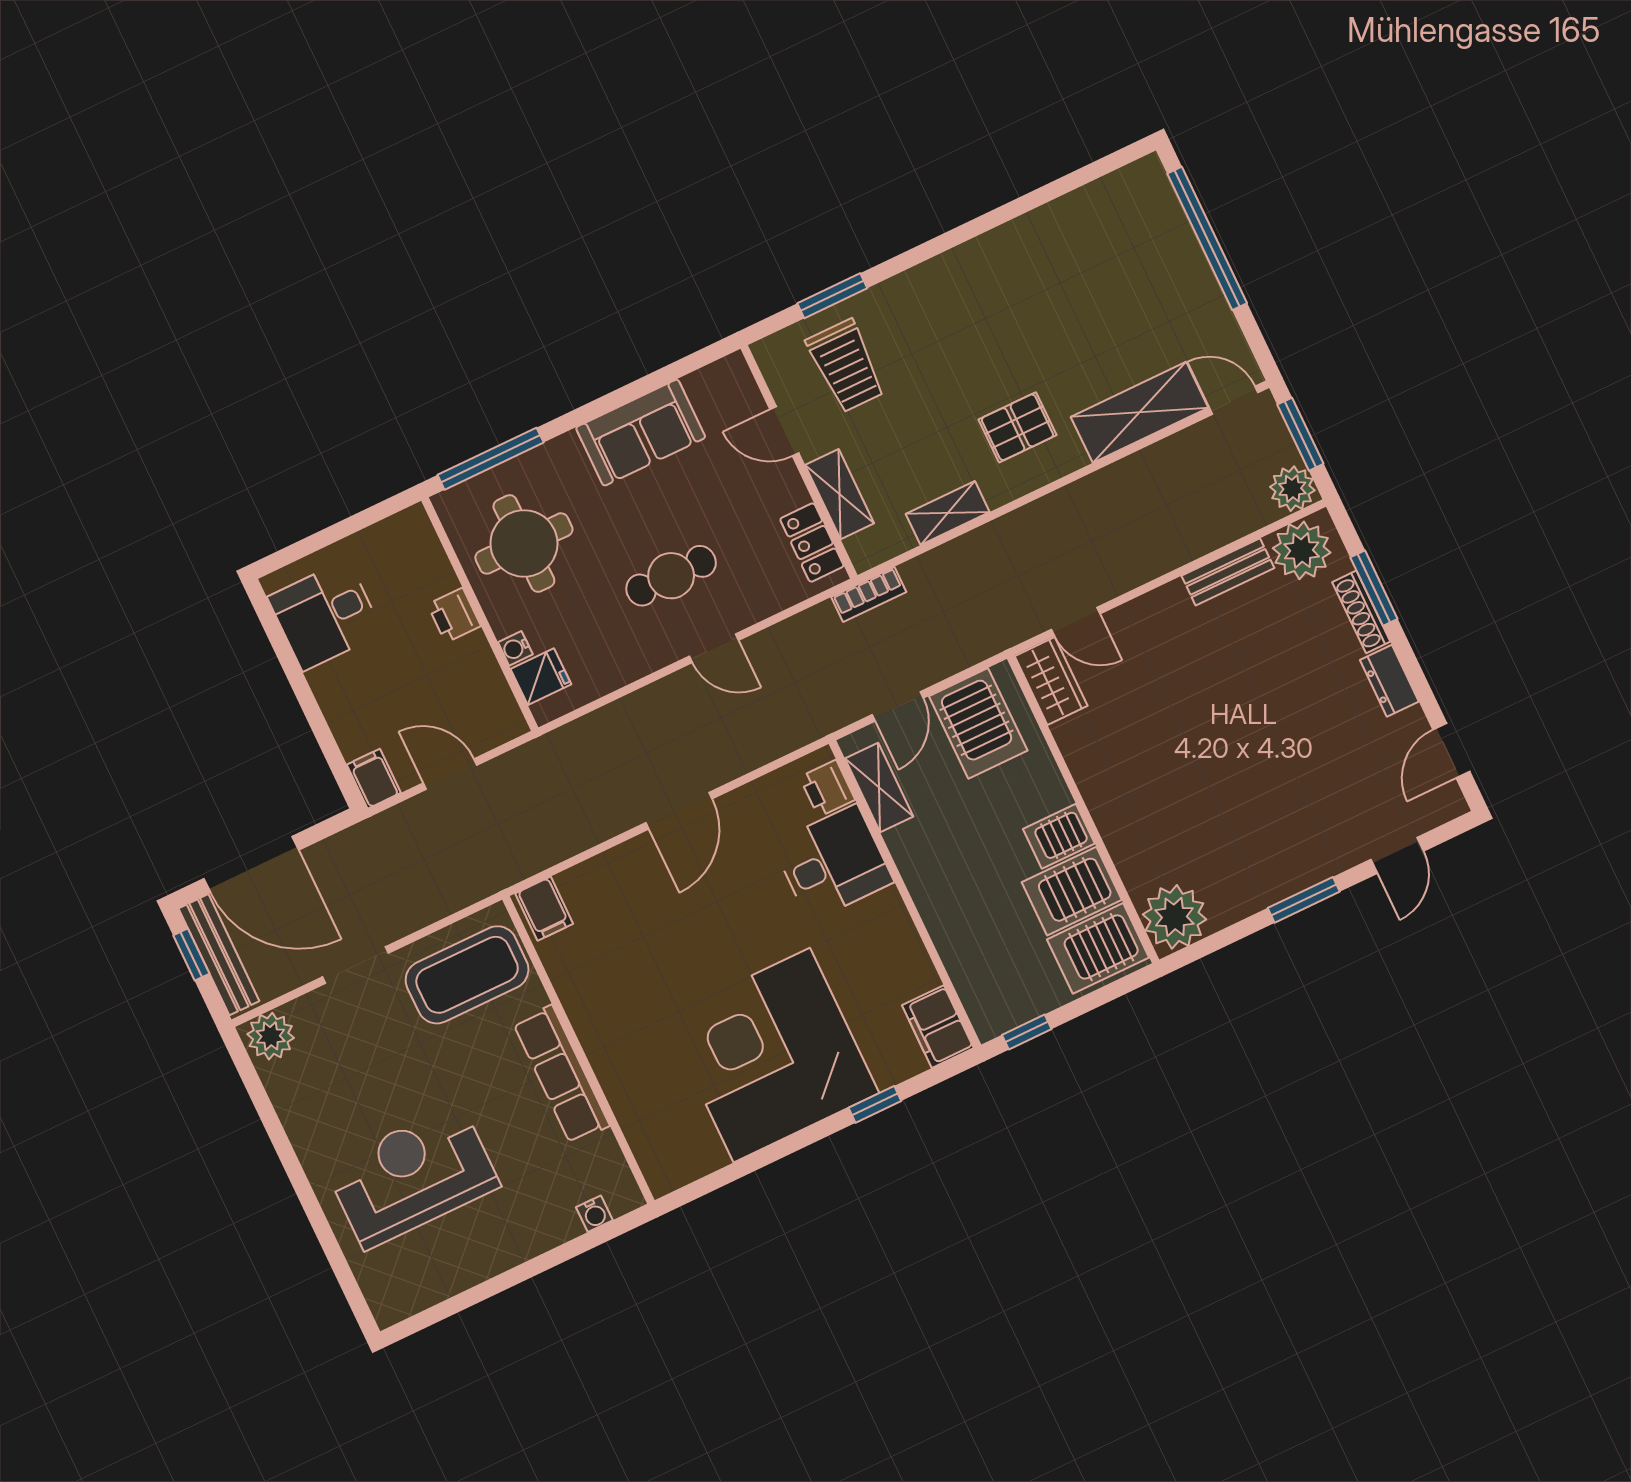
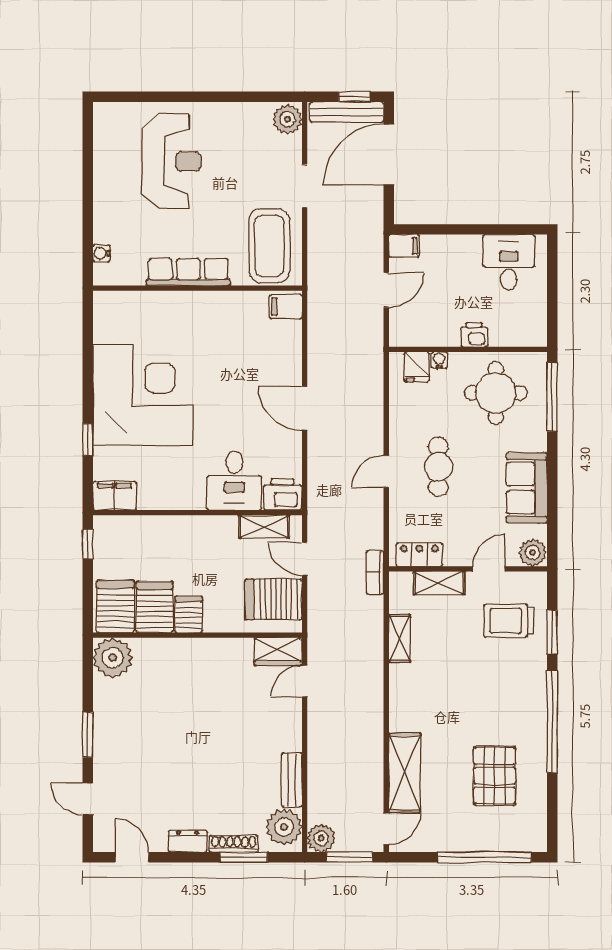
window: (963, 233) -> (552, 722), added
plant: (730, 379) -> (533, 552), added
pallet: (1017, 427) -> (495, 776), moved, width x1.50, depth x1.42
printer: (827, 788) -> (283, 494), width x1.36, depth x1.24

